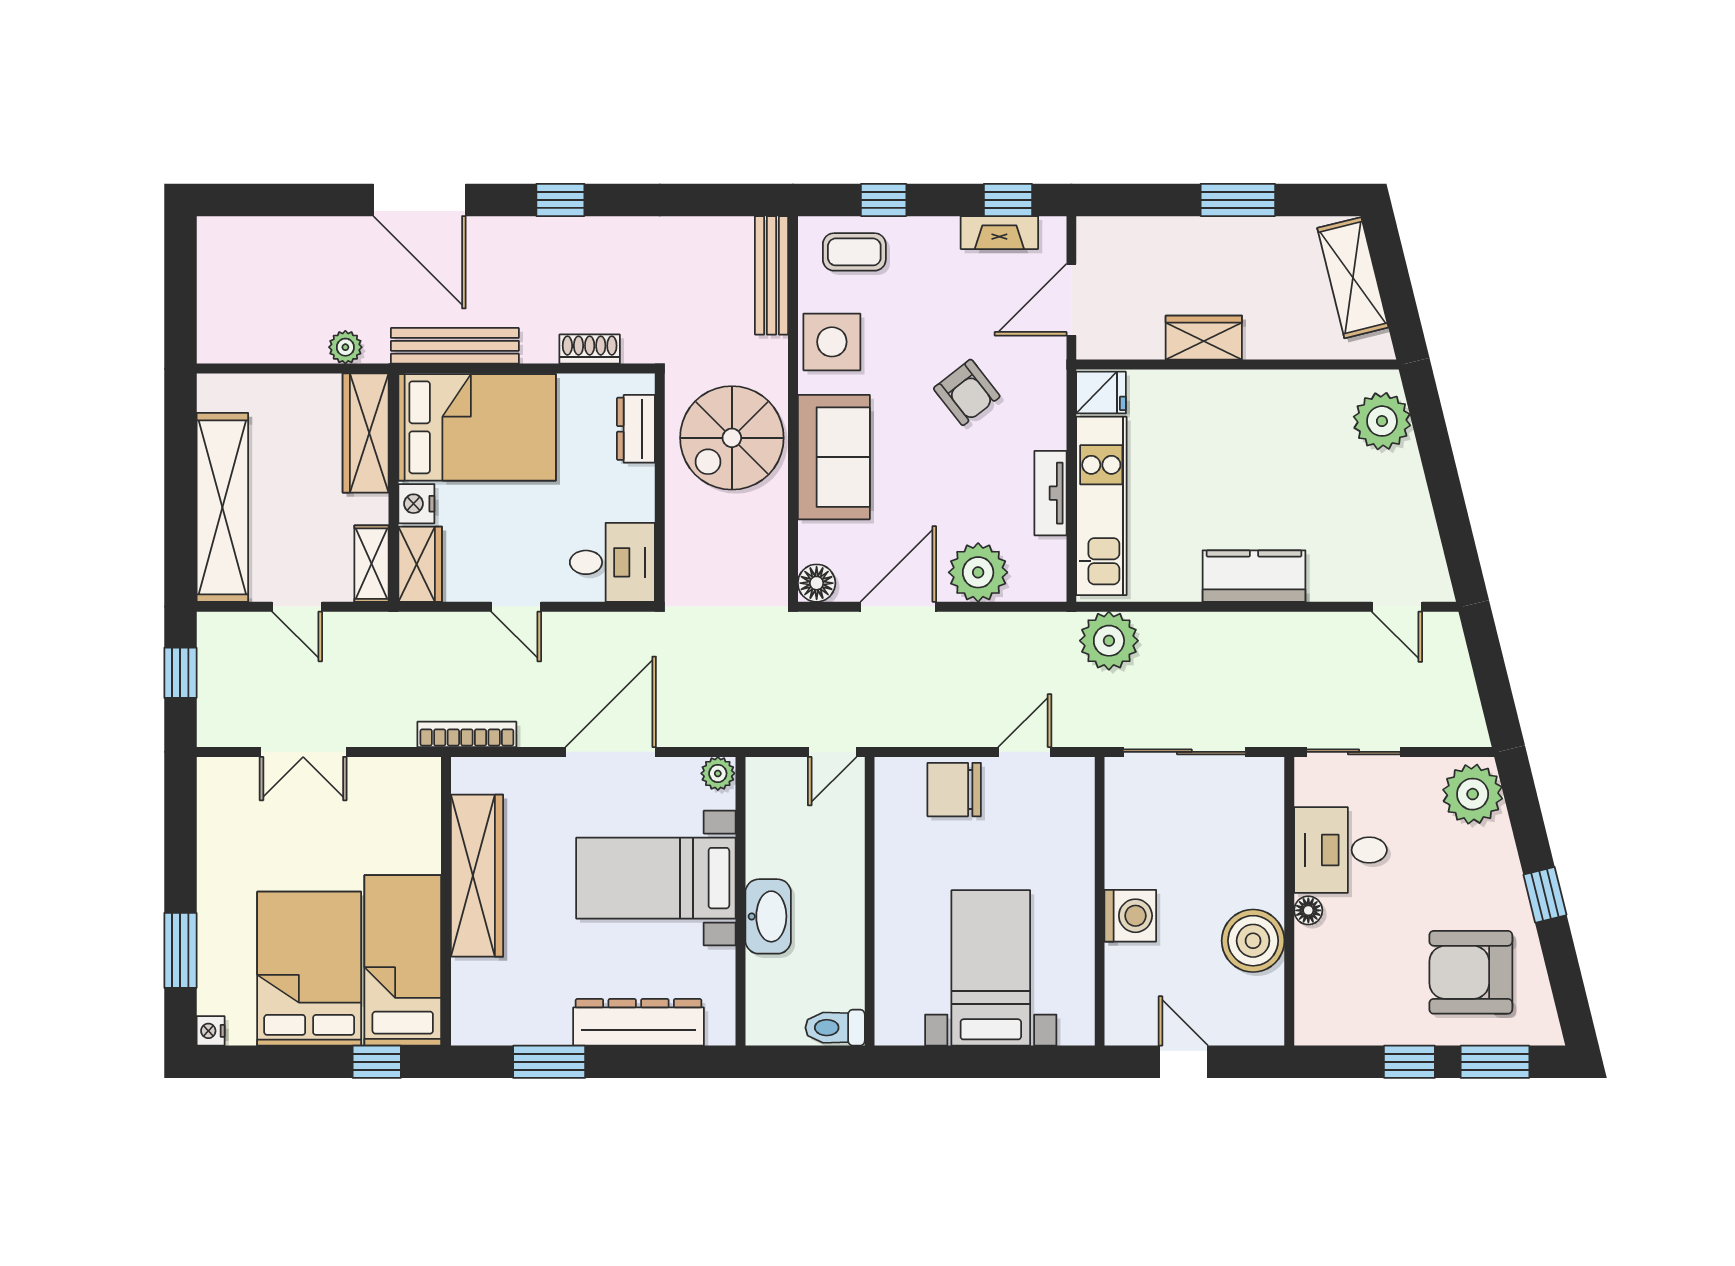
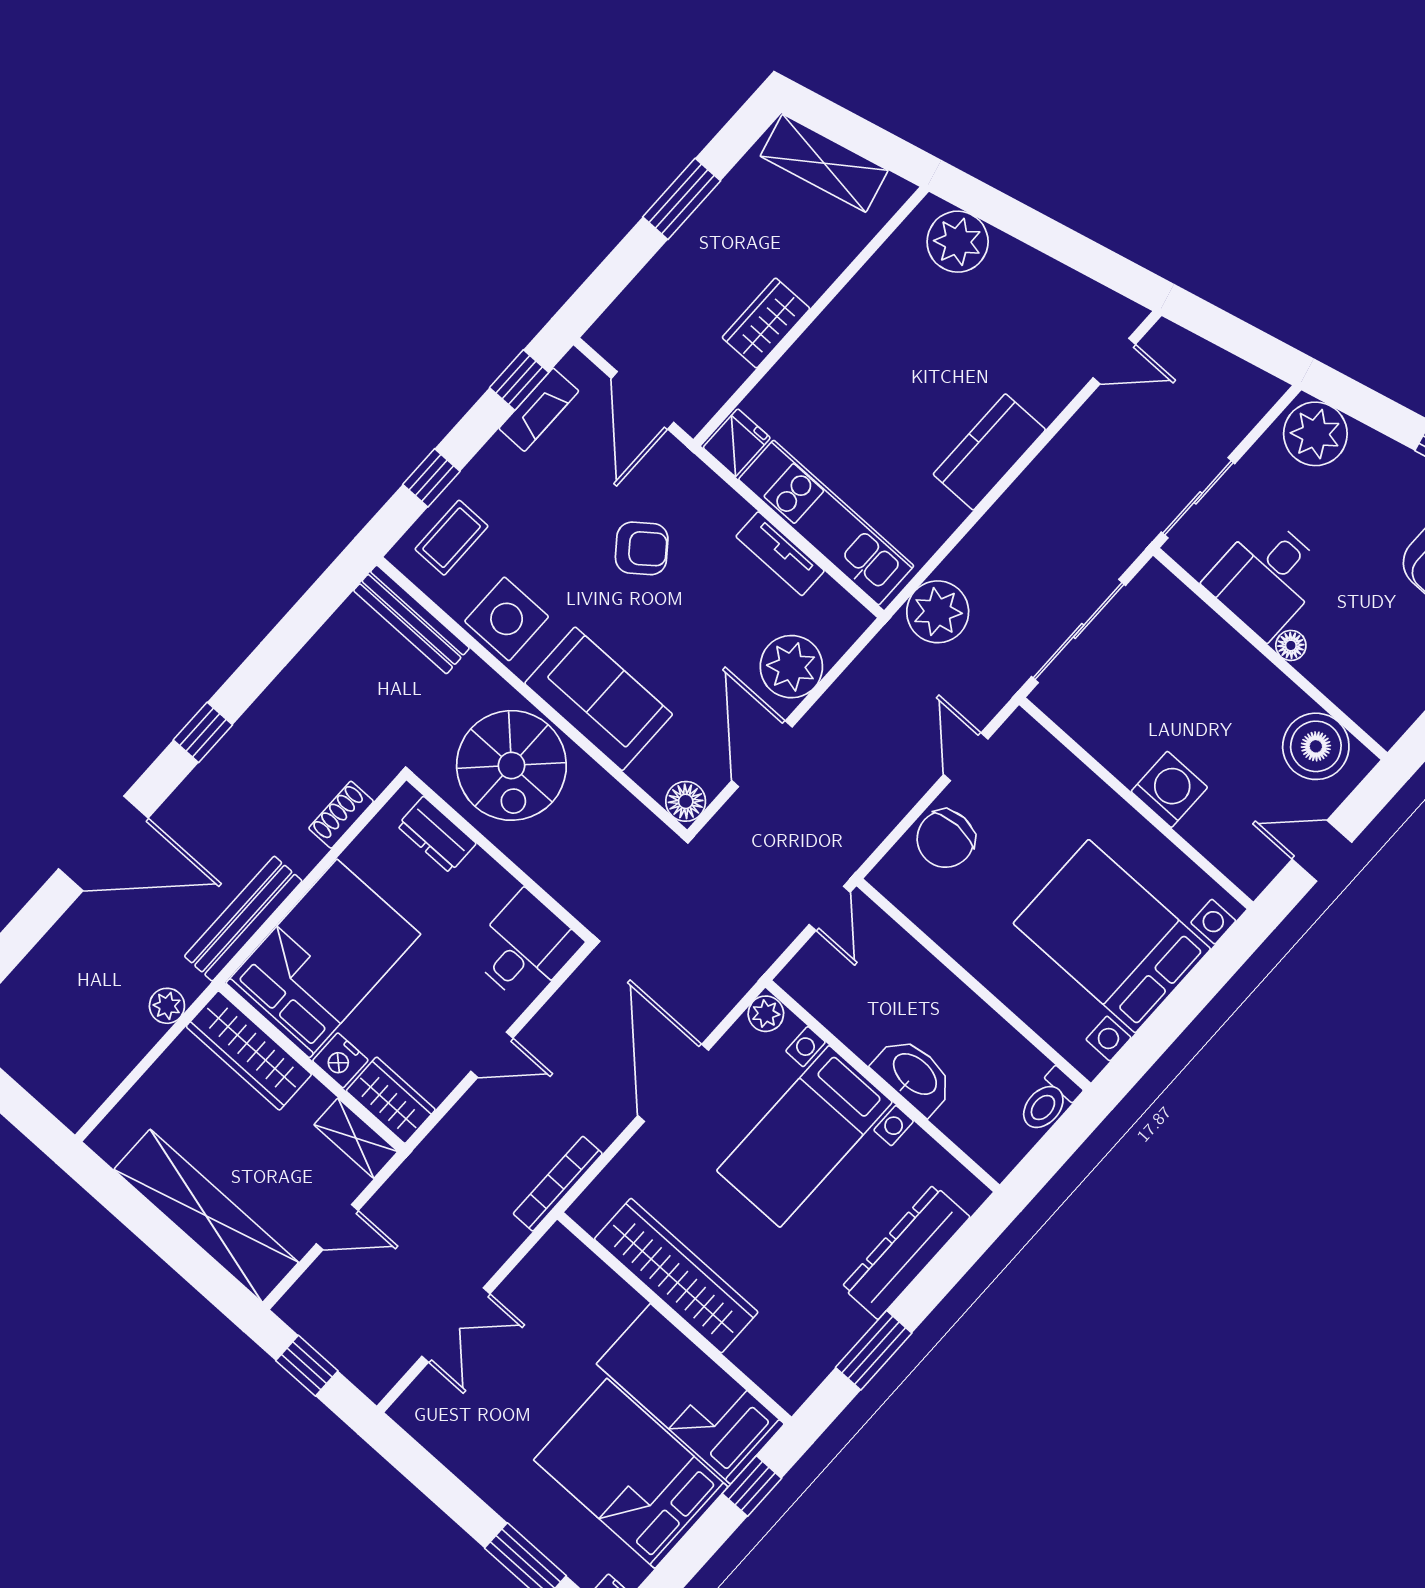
boiler: (1253, 941) -> (1316, 746), moved
bed with nightstands: (991, 968) -> (1112, 936), width x1.36

